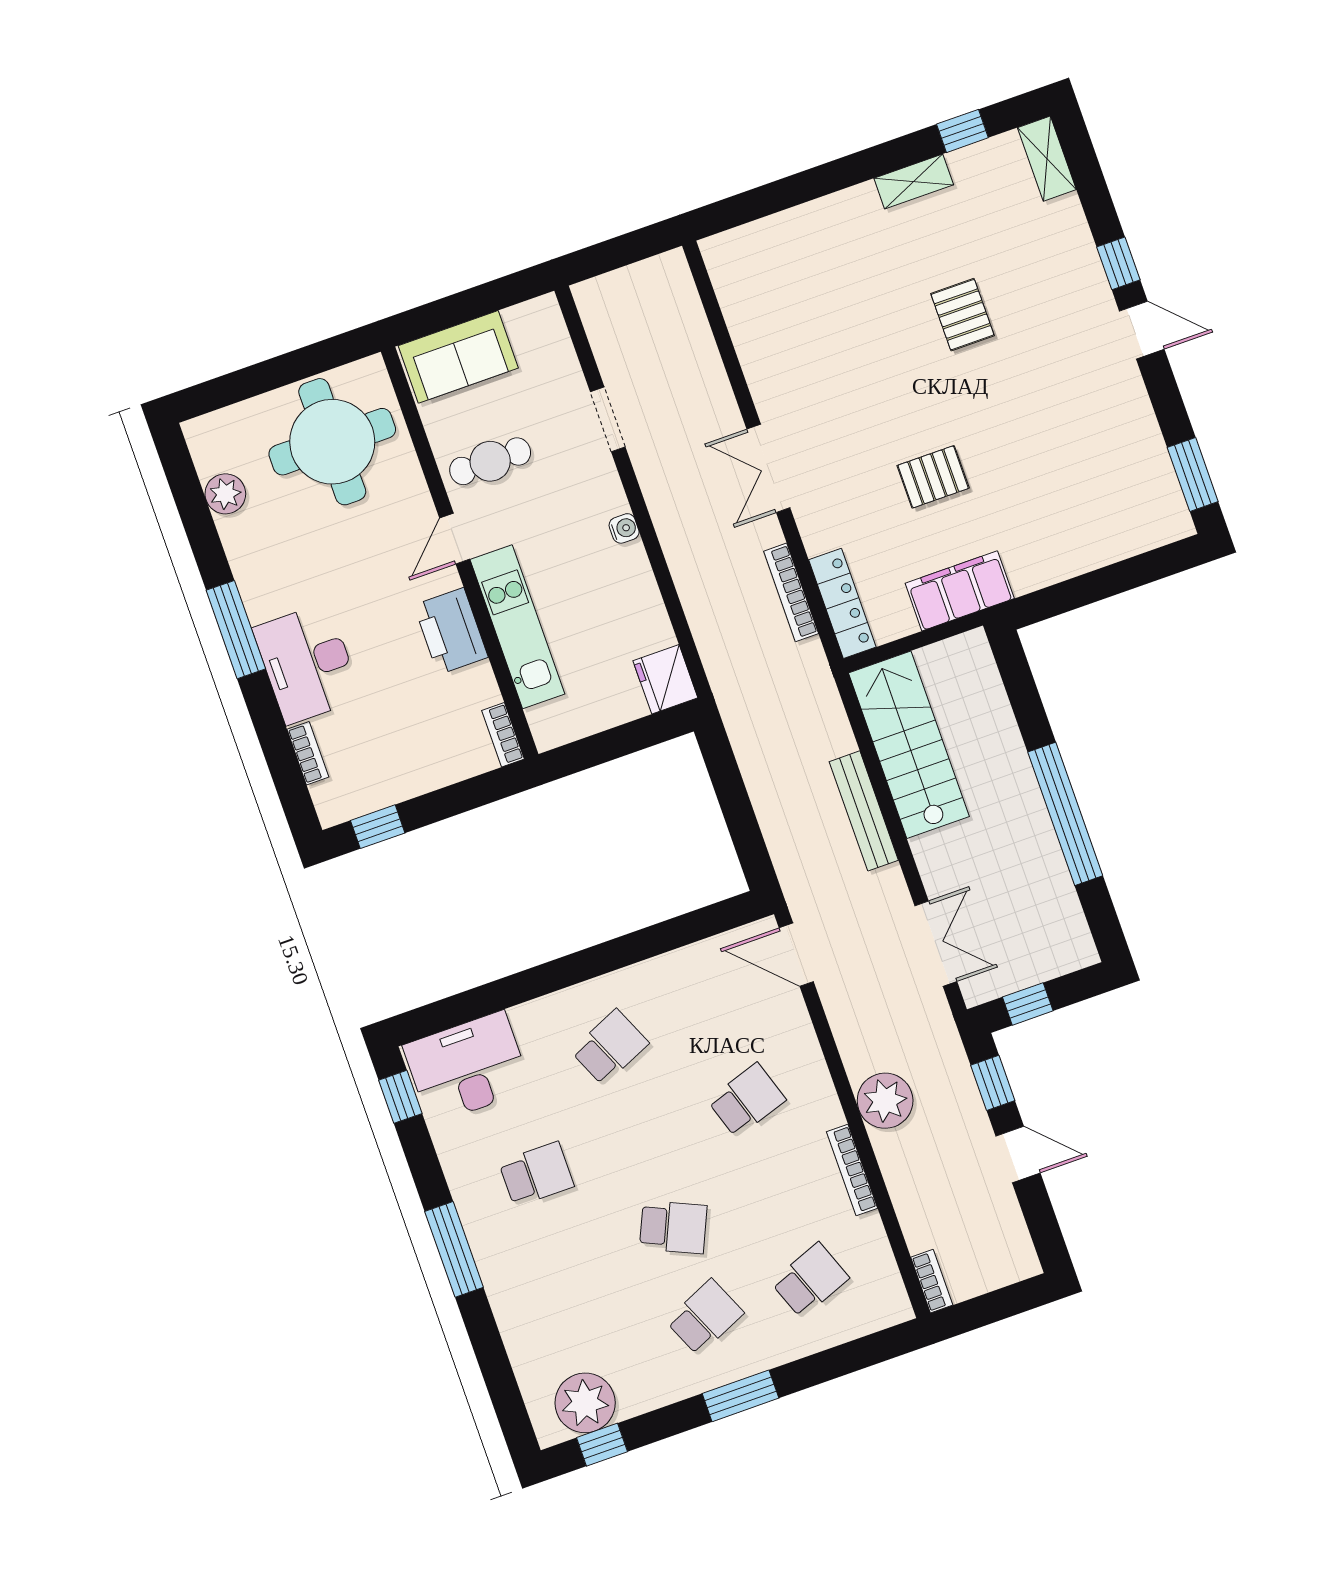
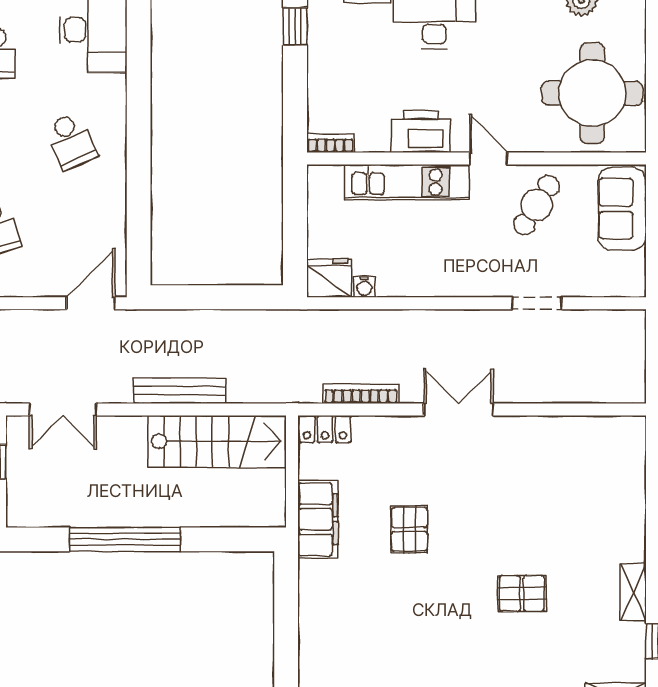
cafe table: (490, 461) -> (537, 205), turned 32
water cooler: (624, 528) -> (364, 287), moved
locker: (842, 603) -> (325, 429), width x0.66

